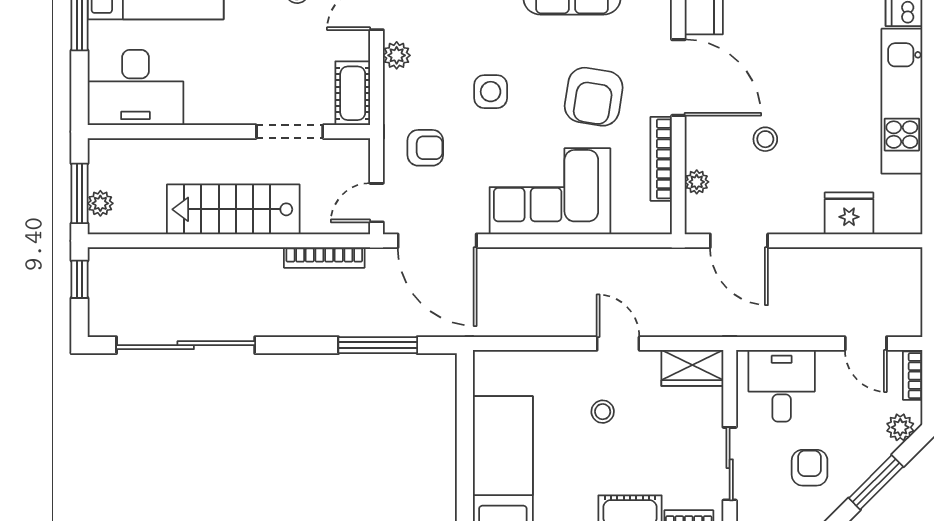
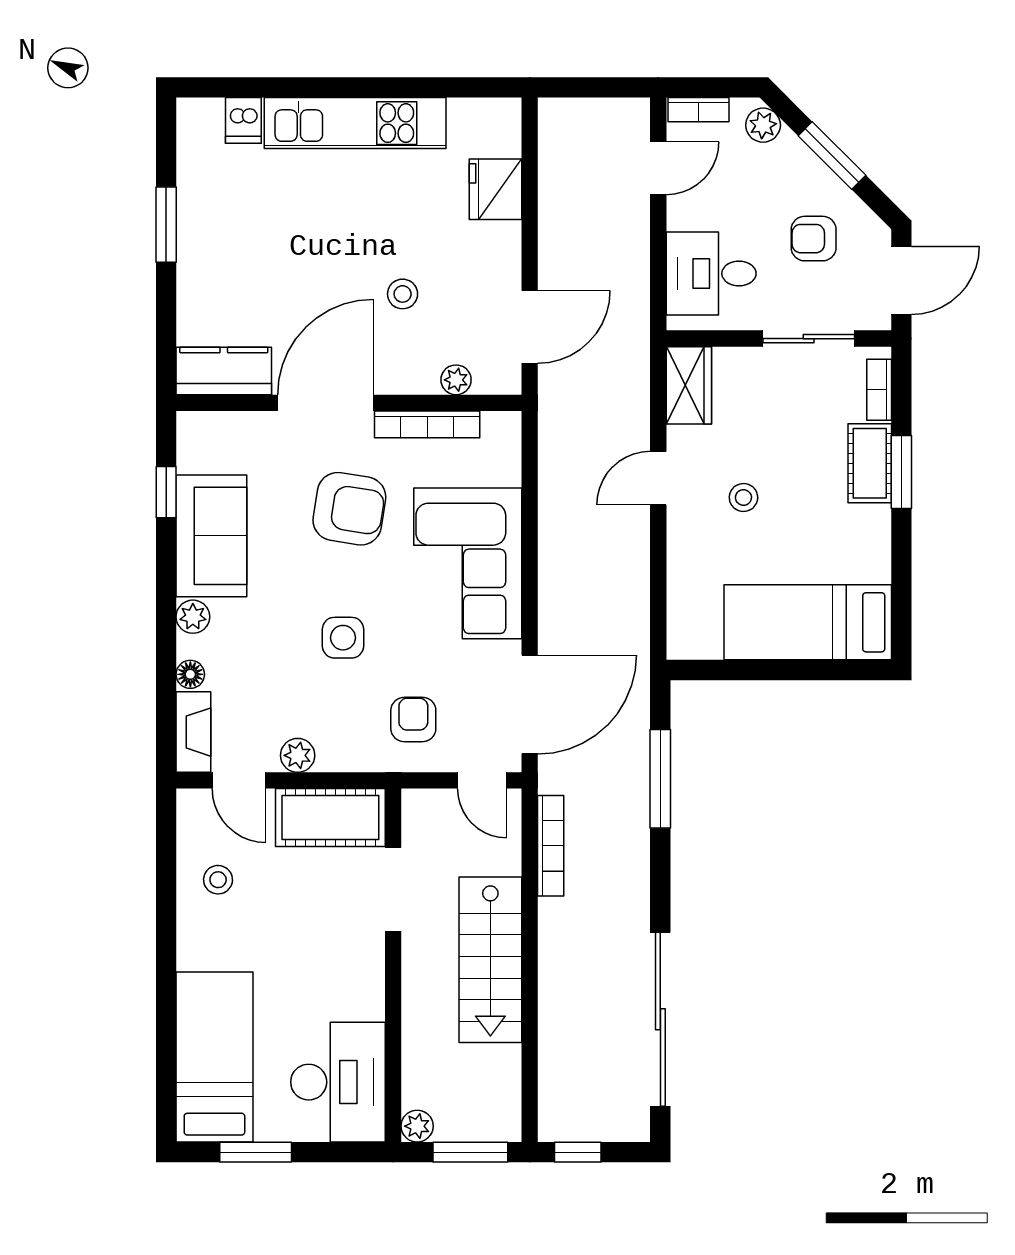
cot: (353, 93) -> (330, 818), width x1.37, depth x1.34
plant: (100, 203) -> (417, 1126), moved

